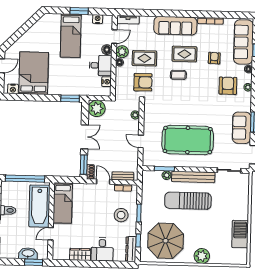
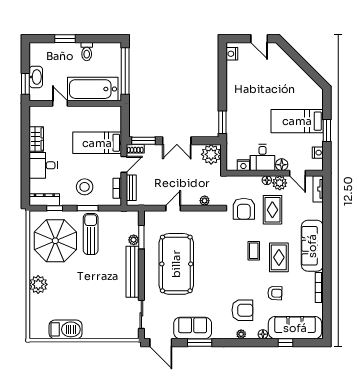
bed: (34, 73) -> (251, 78), removed
sun lounger: (188, 201) -> (91, 234), moved, width x0.73, depth x0.75
bed: (63, 203) -> (97, 143), moved

